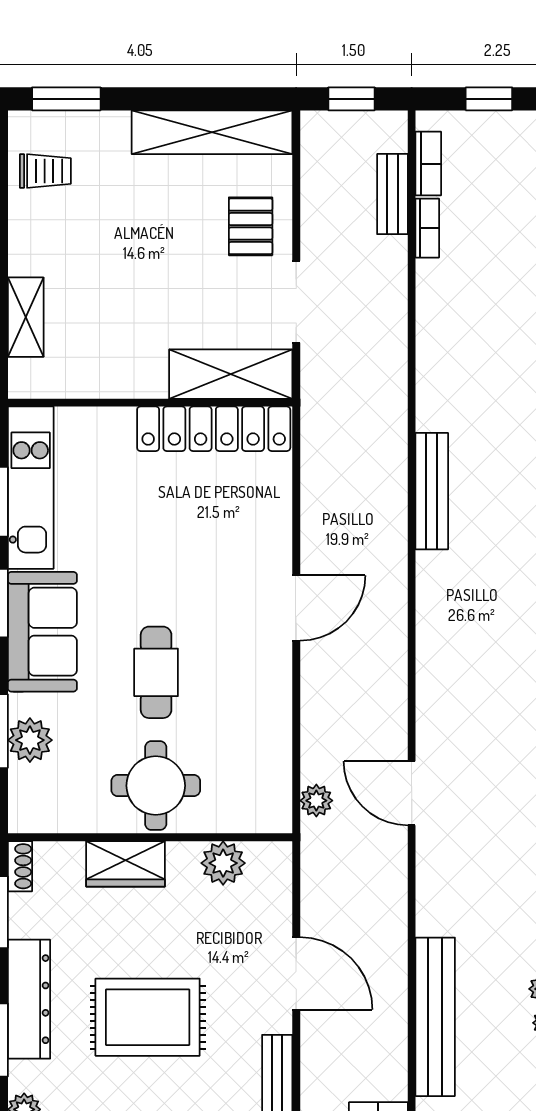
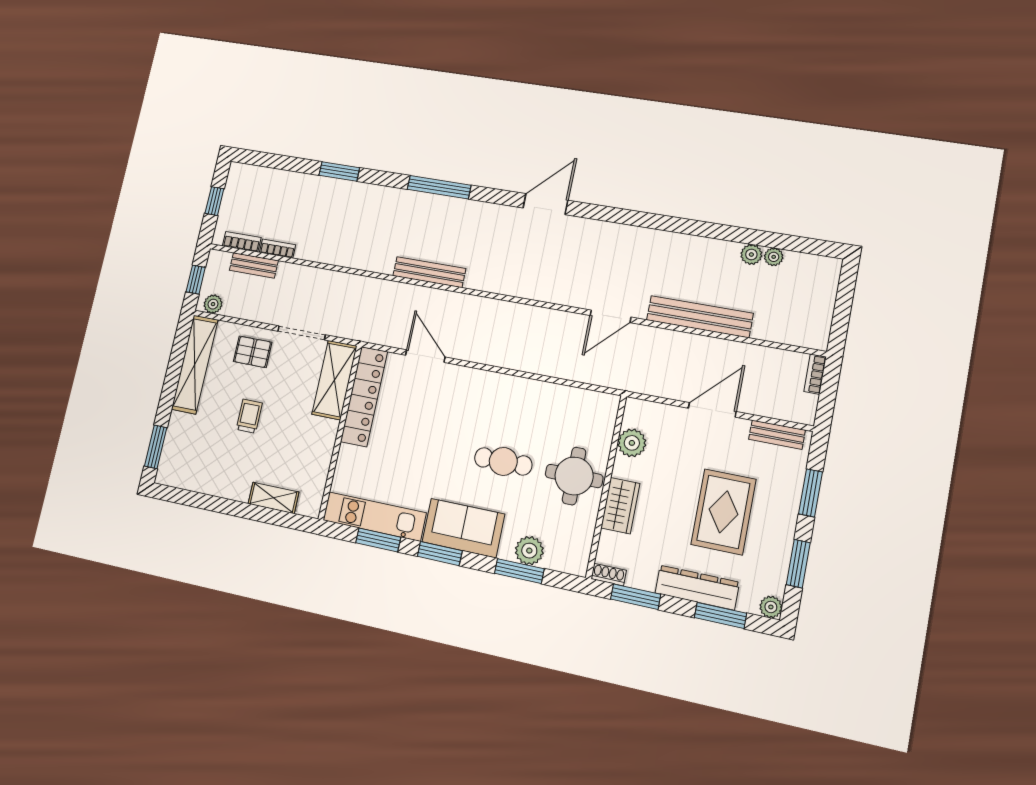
trolley: (45, 171) -> (249, 416), moved
door: (296, 608) -> (425, 356), moved
plant: (316, 801) -> (213, 304), moved
bench: (435, 1017) -> (700, 317), moved

